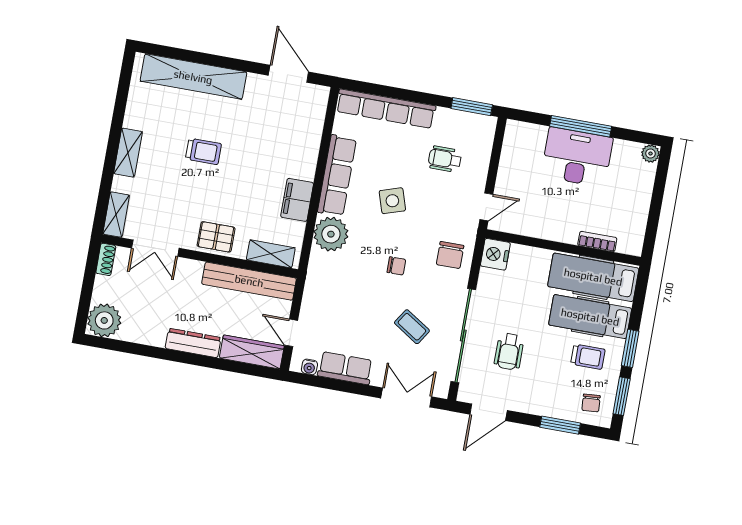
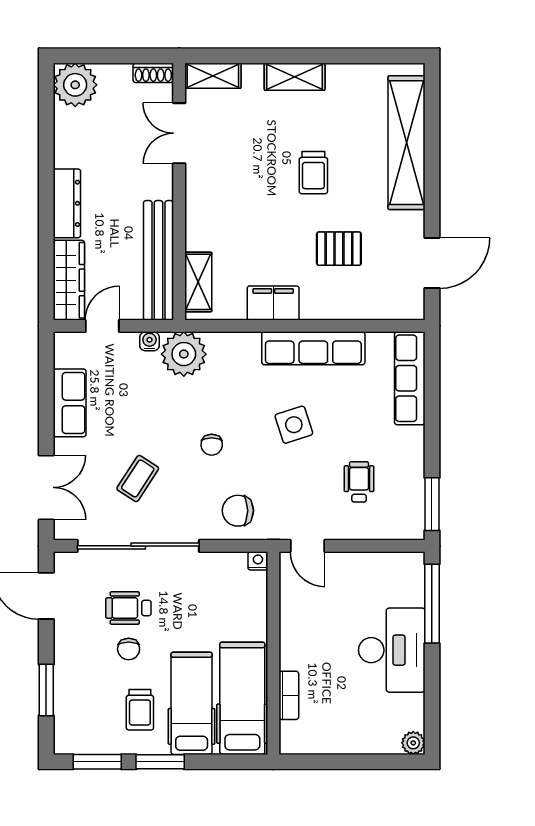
row of seats: (386, 109) -> (410, 378), width x0.73
window: (581, 126) -> (432, 604), moved
plant: (331, 234) -> (184, 354), moved
pallet: (216, 237) -> (339, 249), moved, turned 90
nightstand: (495, 254) -> (258, 561), width x0.53, depth x0.56
water cooler: (309, 367) -> (149, 341), moved, turned 90
chair: (591, 403) -> (129, 649), moved, turned -86

